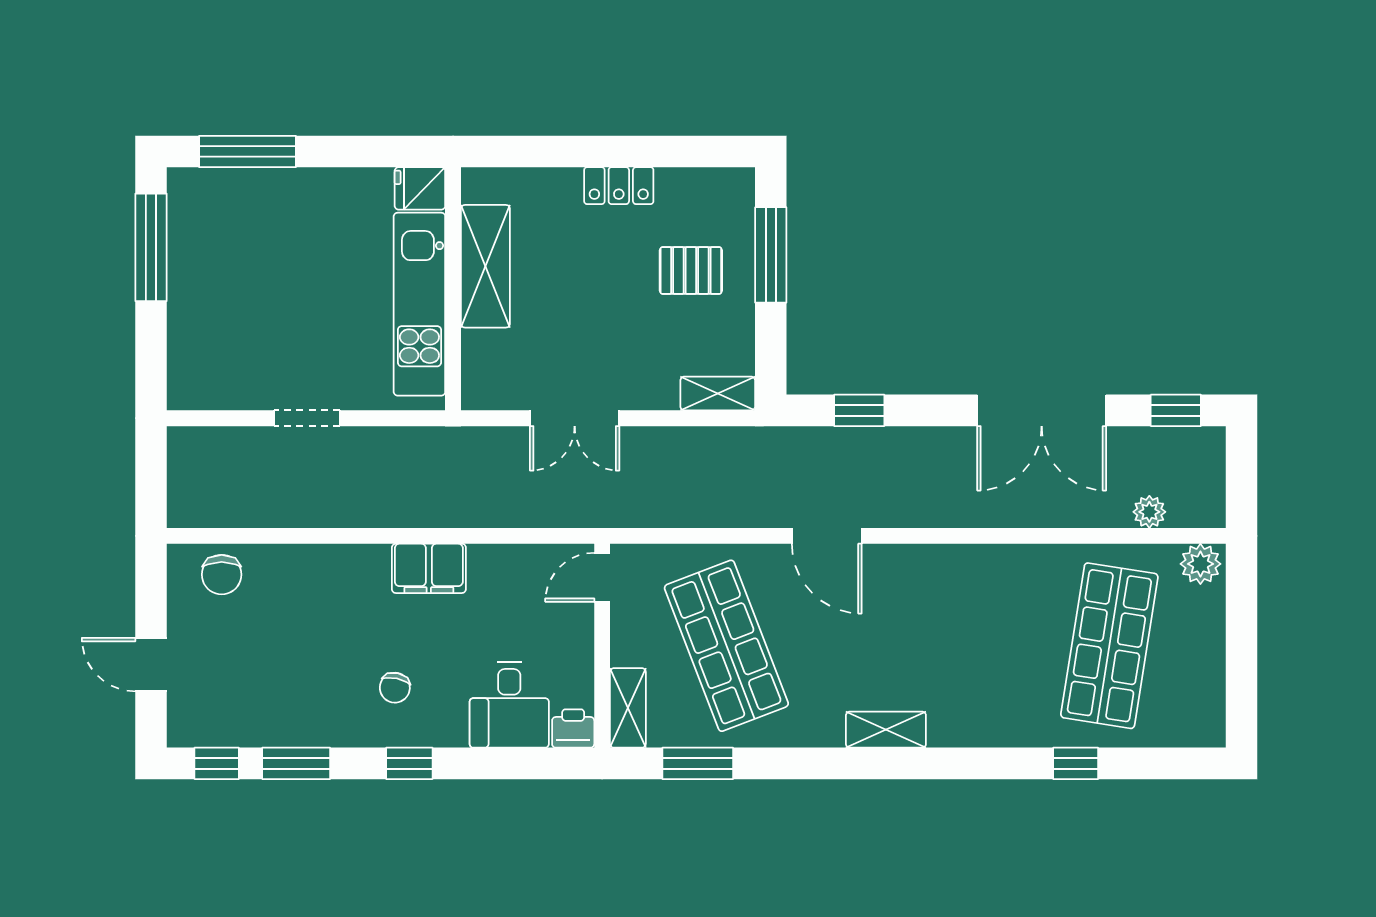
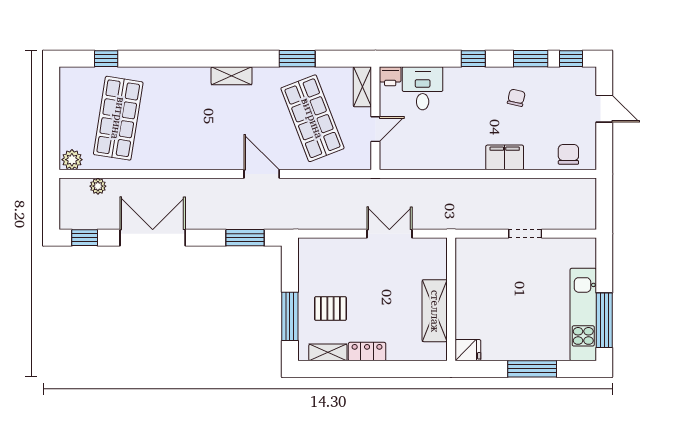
window: (247, 151) -> (532, 369), moved
kitchen unit: (419, 304) -> (583, 315), moved, turned 180
shelving: (718, 394) -> (328, 352), moved
window: (859, 410) -> (245, 238), width x1.50
filing cabinet: (429, 568) -> (505, 157), moved
door: (602, 577) -> (375, 129), moved
chair: (395, 688) -> (516, 98), moved
window: (698, 763) -> (297, 59), moved
window: (1076, 763) -> (106, 59), moved

